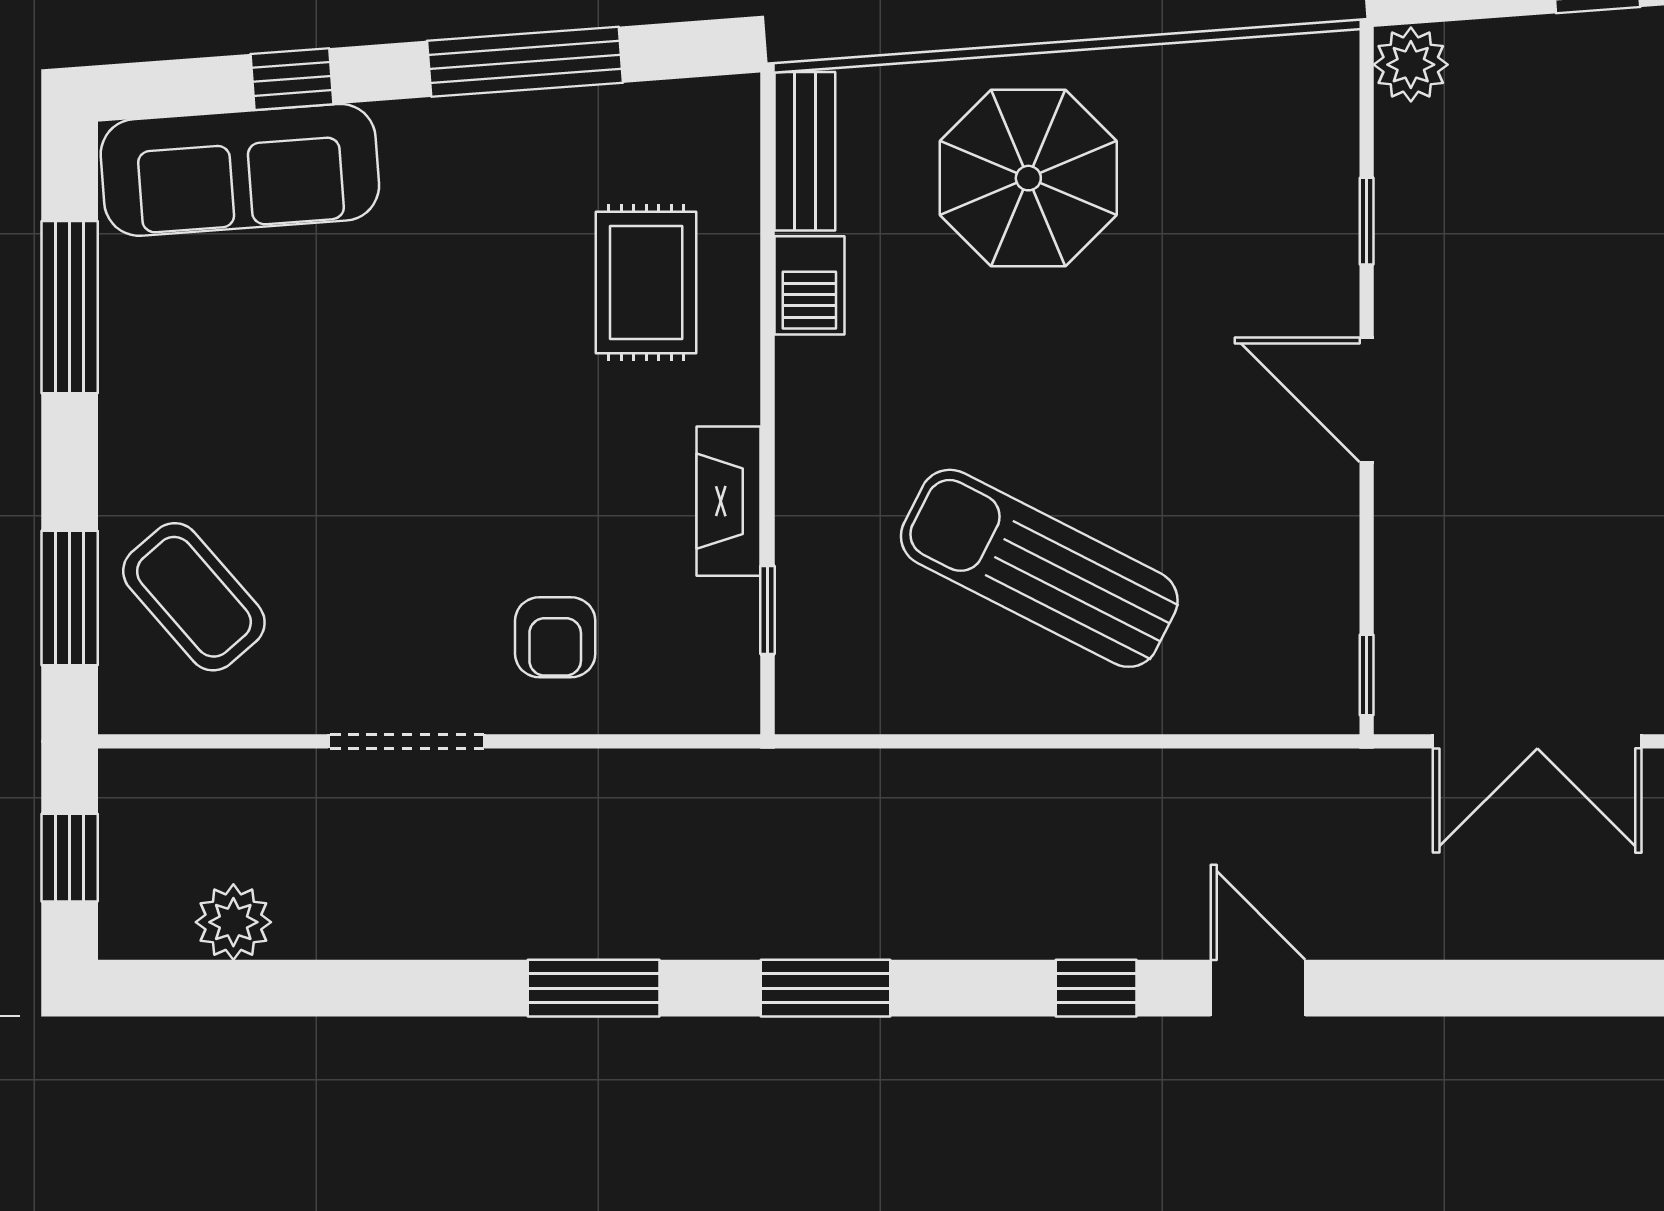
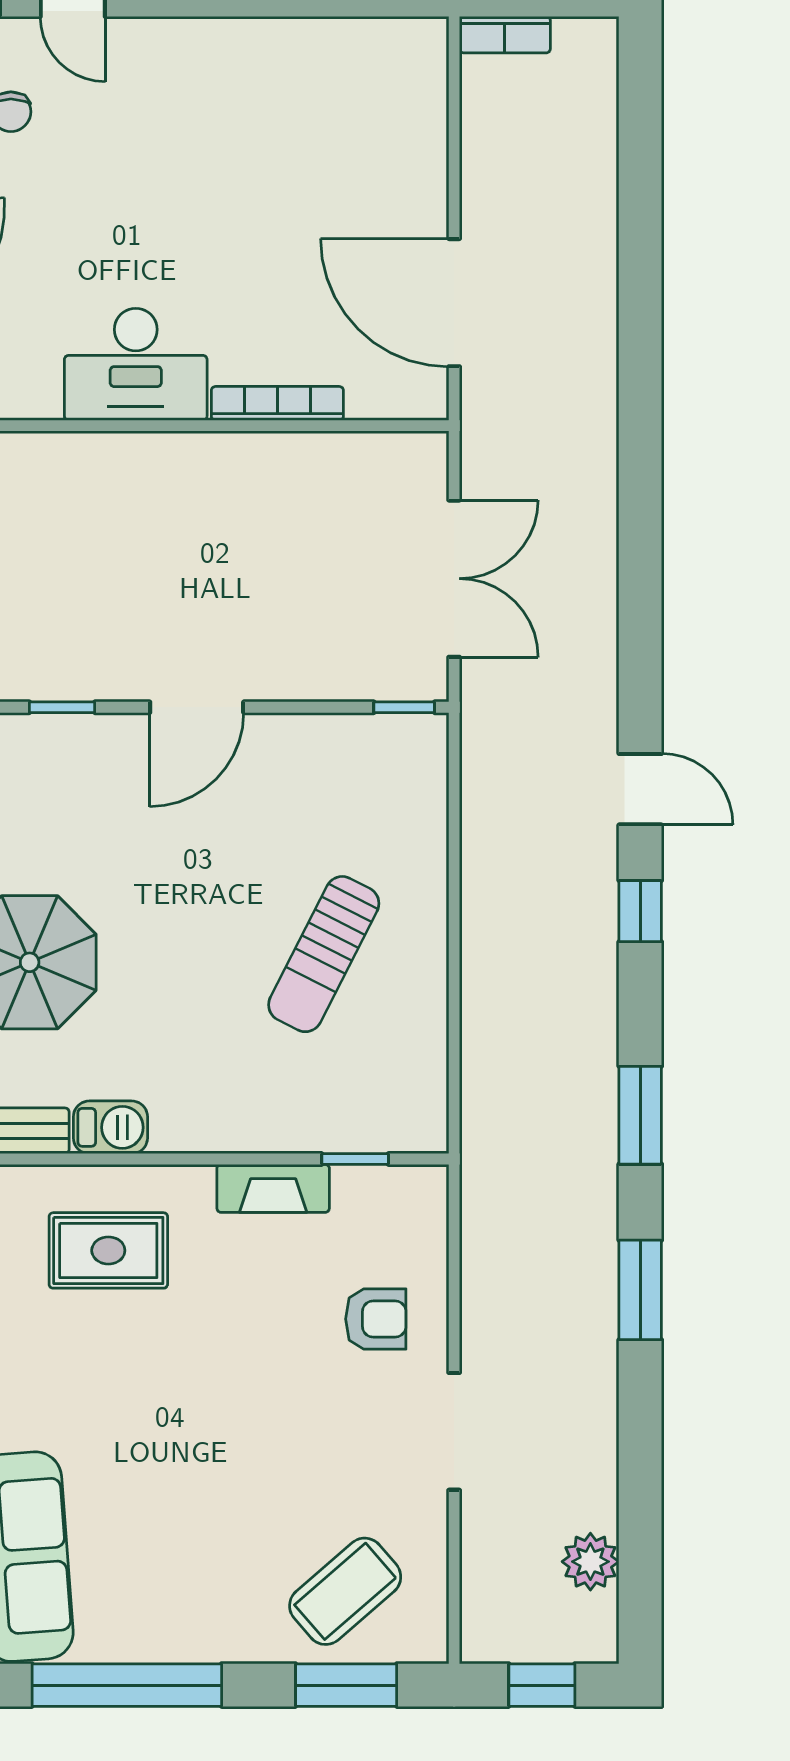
window: (70, 307) -> (127, 1685), width x1.46
sun lounger: (1039, 568) -> (324, 954), width x0.73, depth x0.75
door: (1258, 988) -> (640, 789), swing flipped

